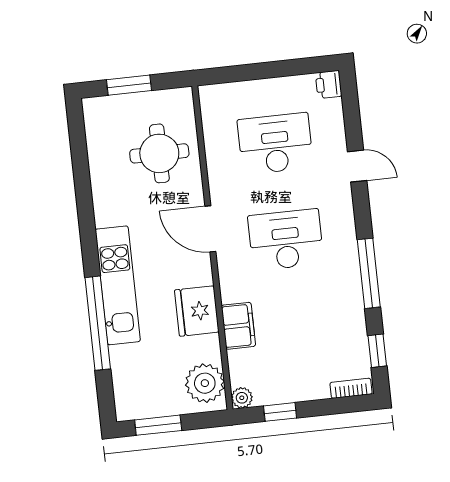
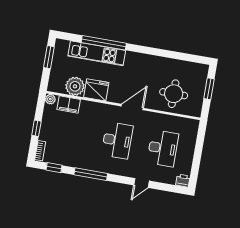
kitchen unit: (118, 285) -> (97, 53), moved
filing cabinet: (238, 326) -> (69, 104), moved
plant: (205, 383) -> (75, 86), moved
window: (280, 412) -> (36, 128), moved

